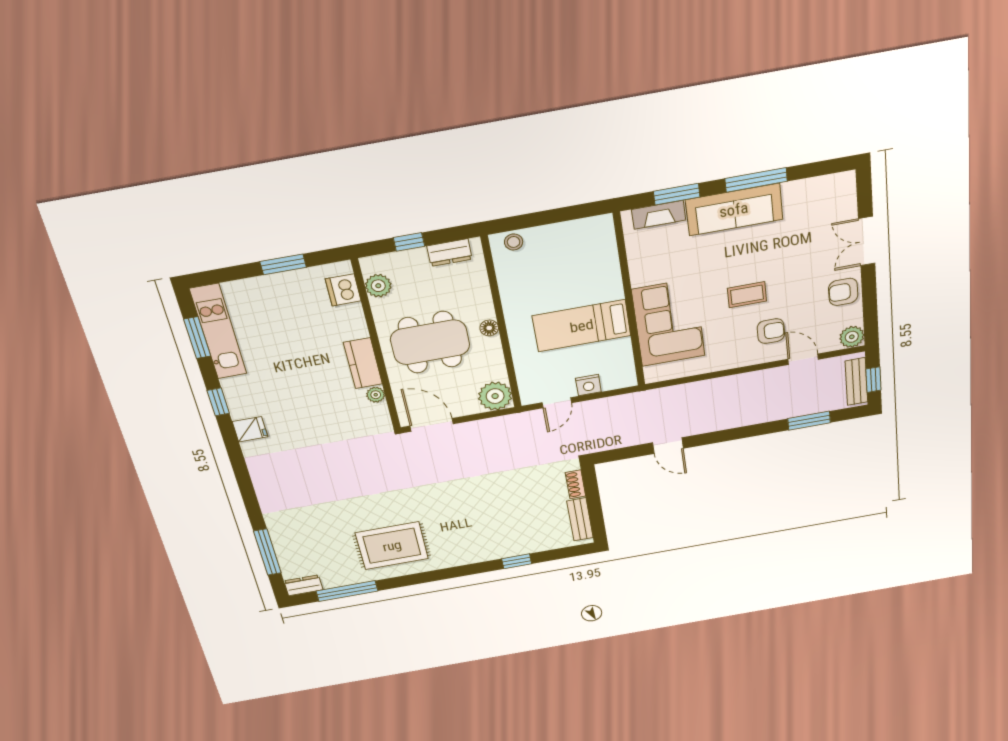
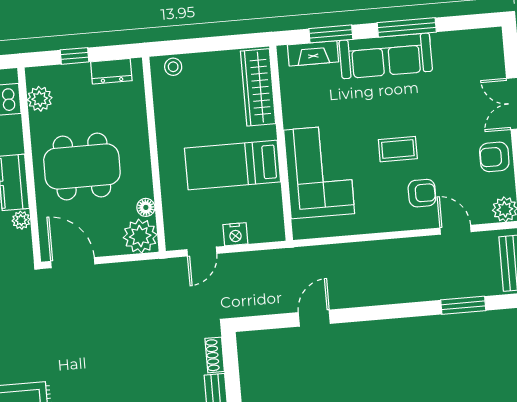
wardrobe: (603, 253) -> (258, 87), added
floor lamp: (489, 328) -> (146, 207), moved
door: (668, 446) -> (314, 318), swing flipped

